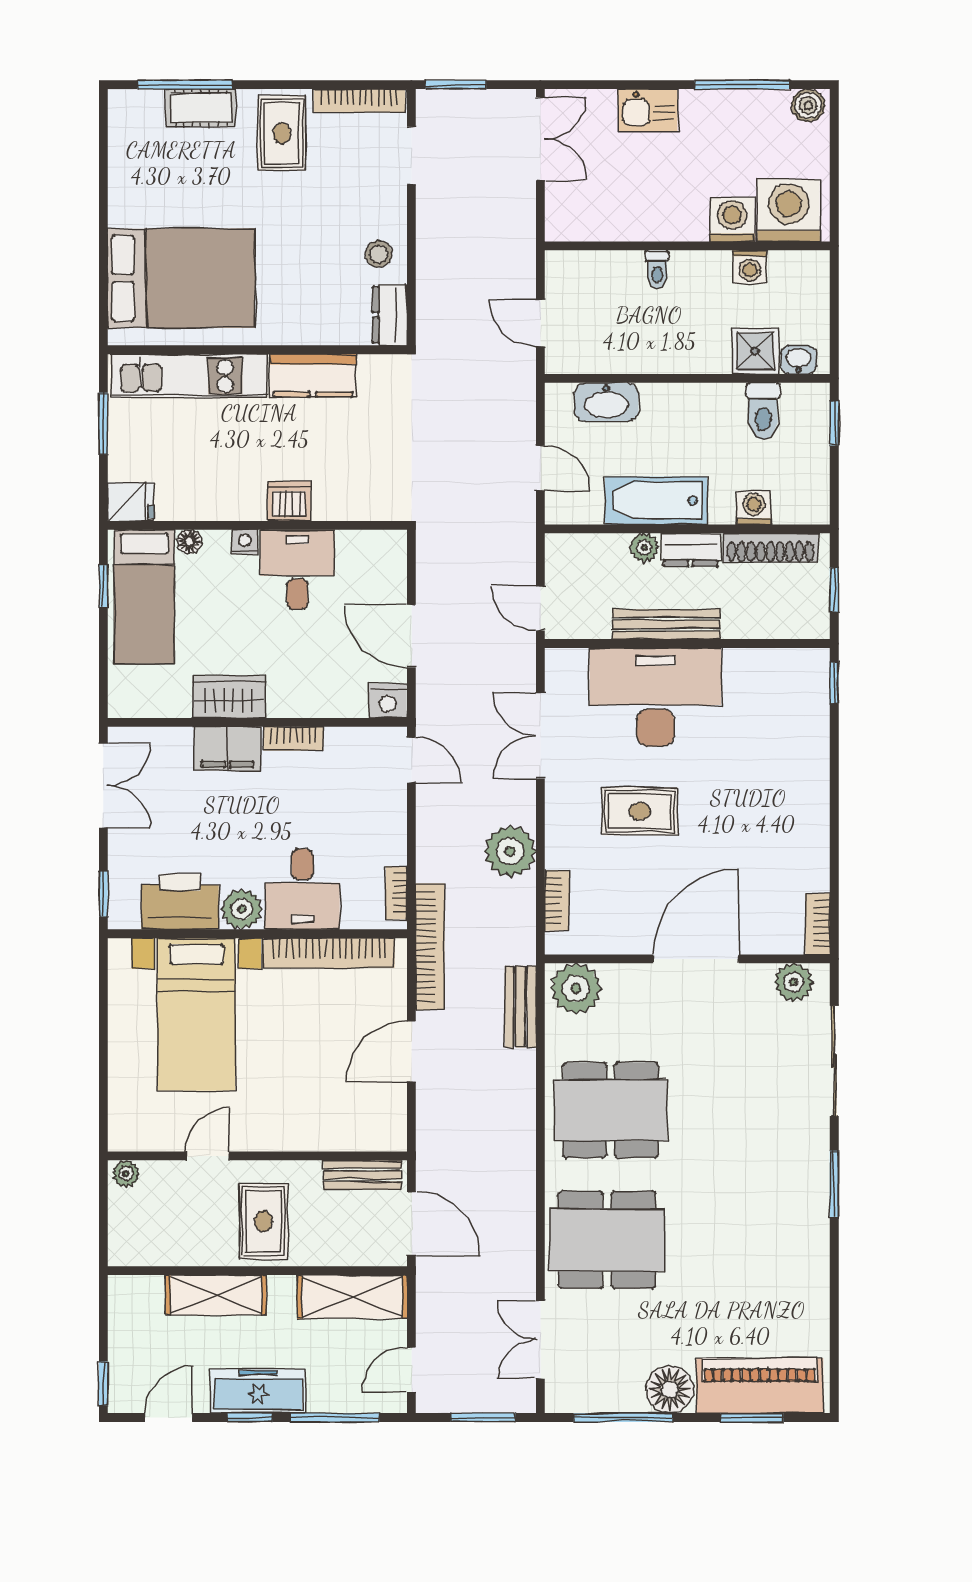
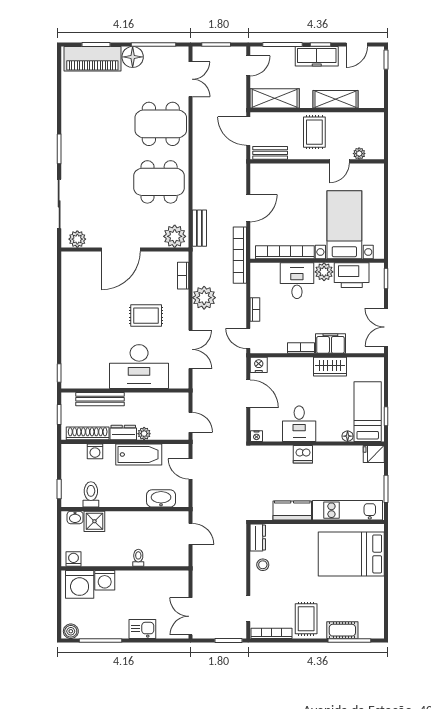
washing machine: (750, 267) -> (74, 559), moved
nightstand: (245, 542) -> (256, 436), moved
door: (540, 608) -> (190, 422), moved
bench: (666, 624) -> (100, 399), moved
bookcase: (396, 893) -> (255, 309), moved
bookcase: (818, 924) -> (67, 265), removed
plant: (126, 1174) -> (359, 154), moved

